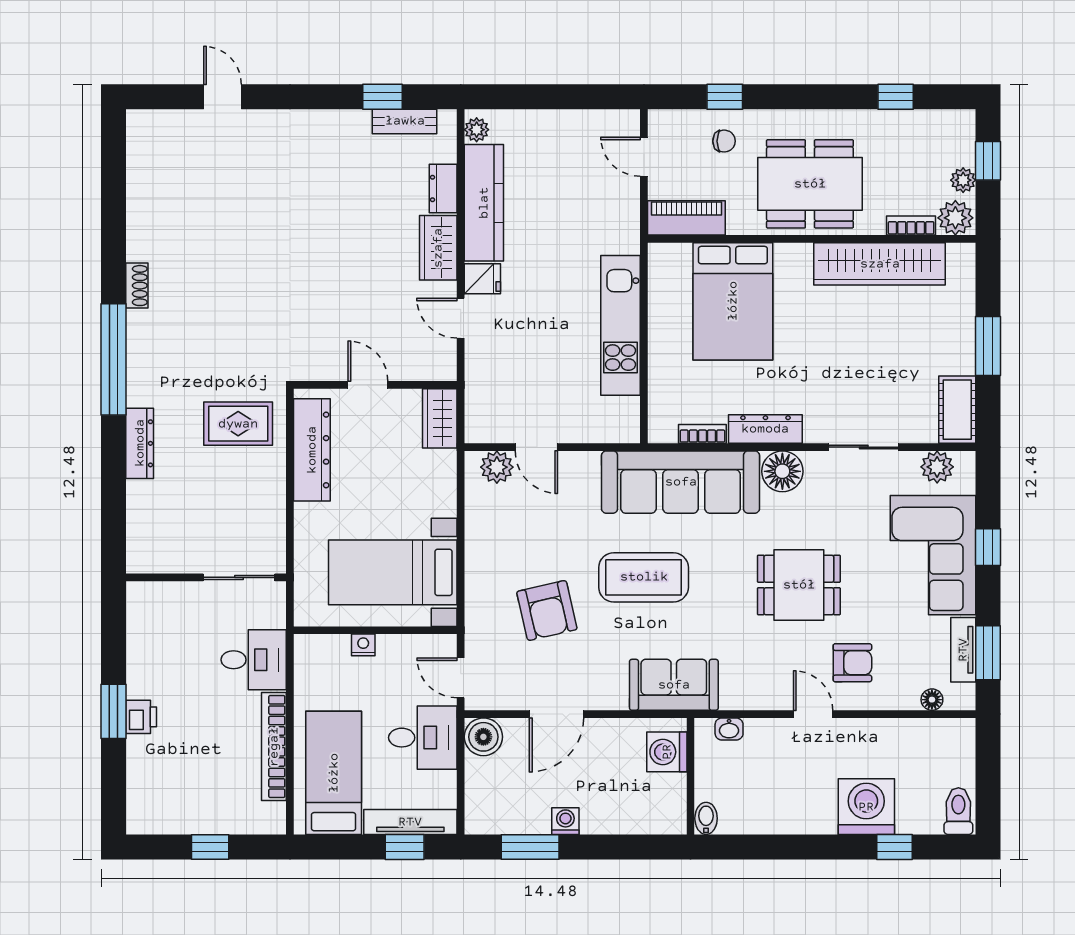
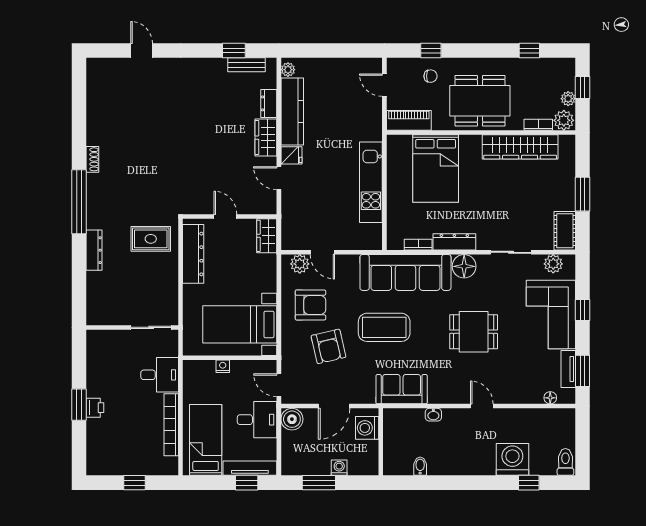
armchair: (852, 663) -> (310, 305), moved, width x1.38, depth x1.38
washing machine: (667, 752) -> (367, 428), moved
wall: (691, 776) -> (381, 442), moved

